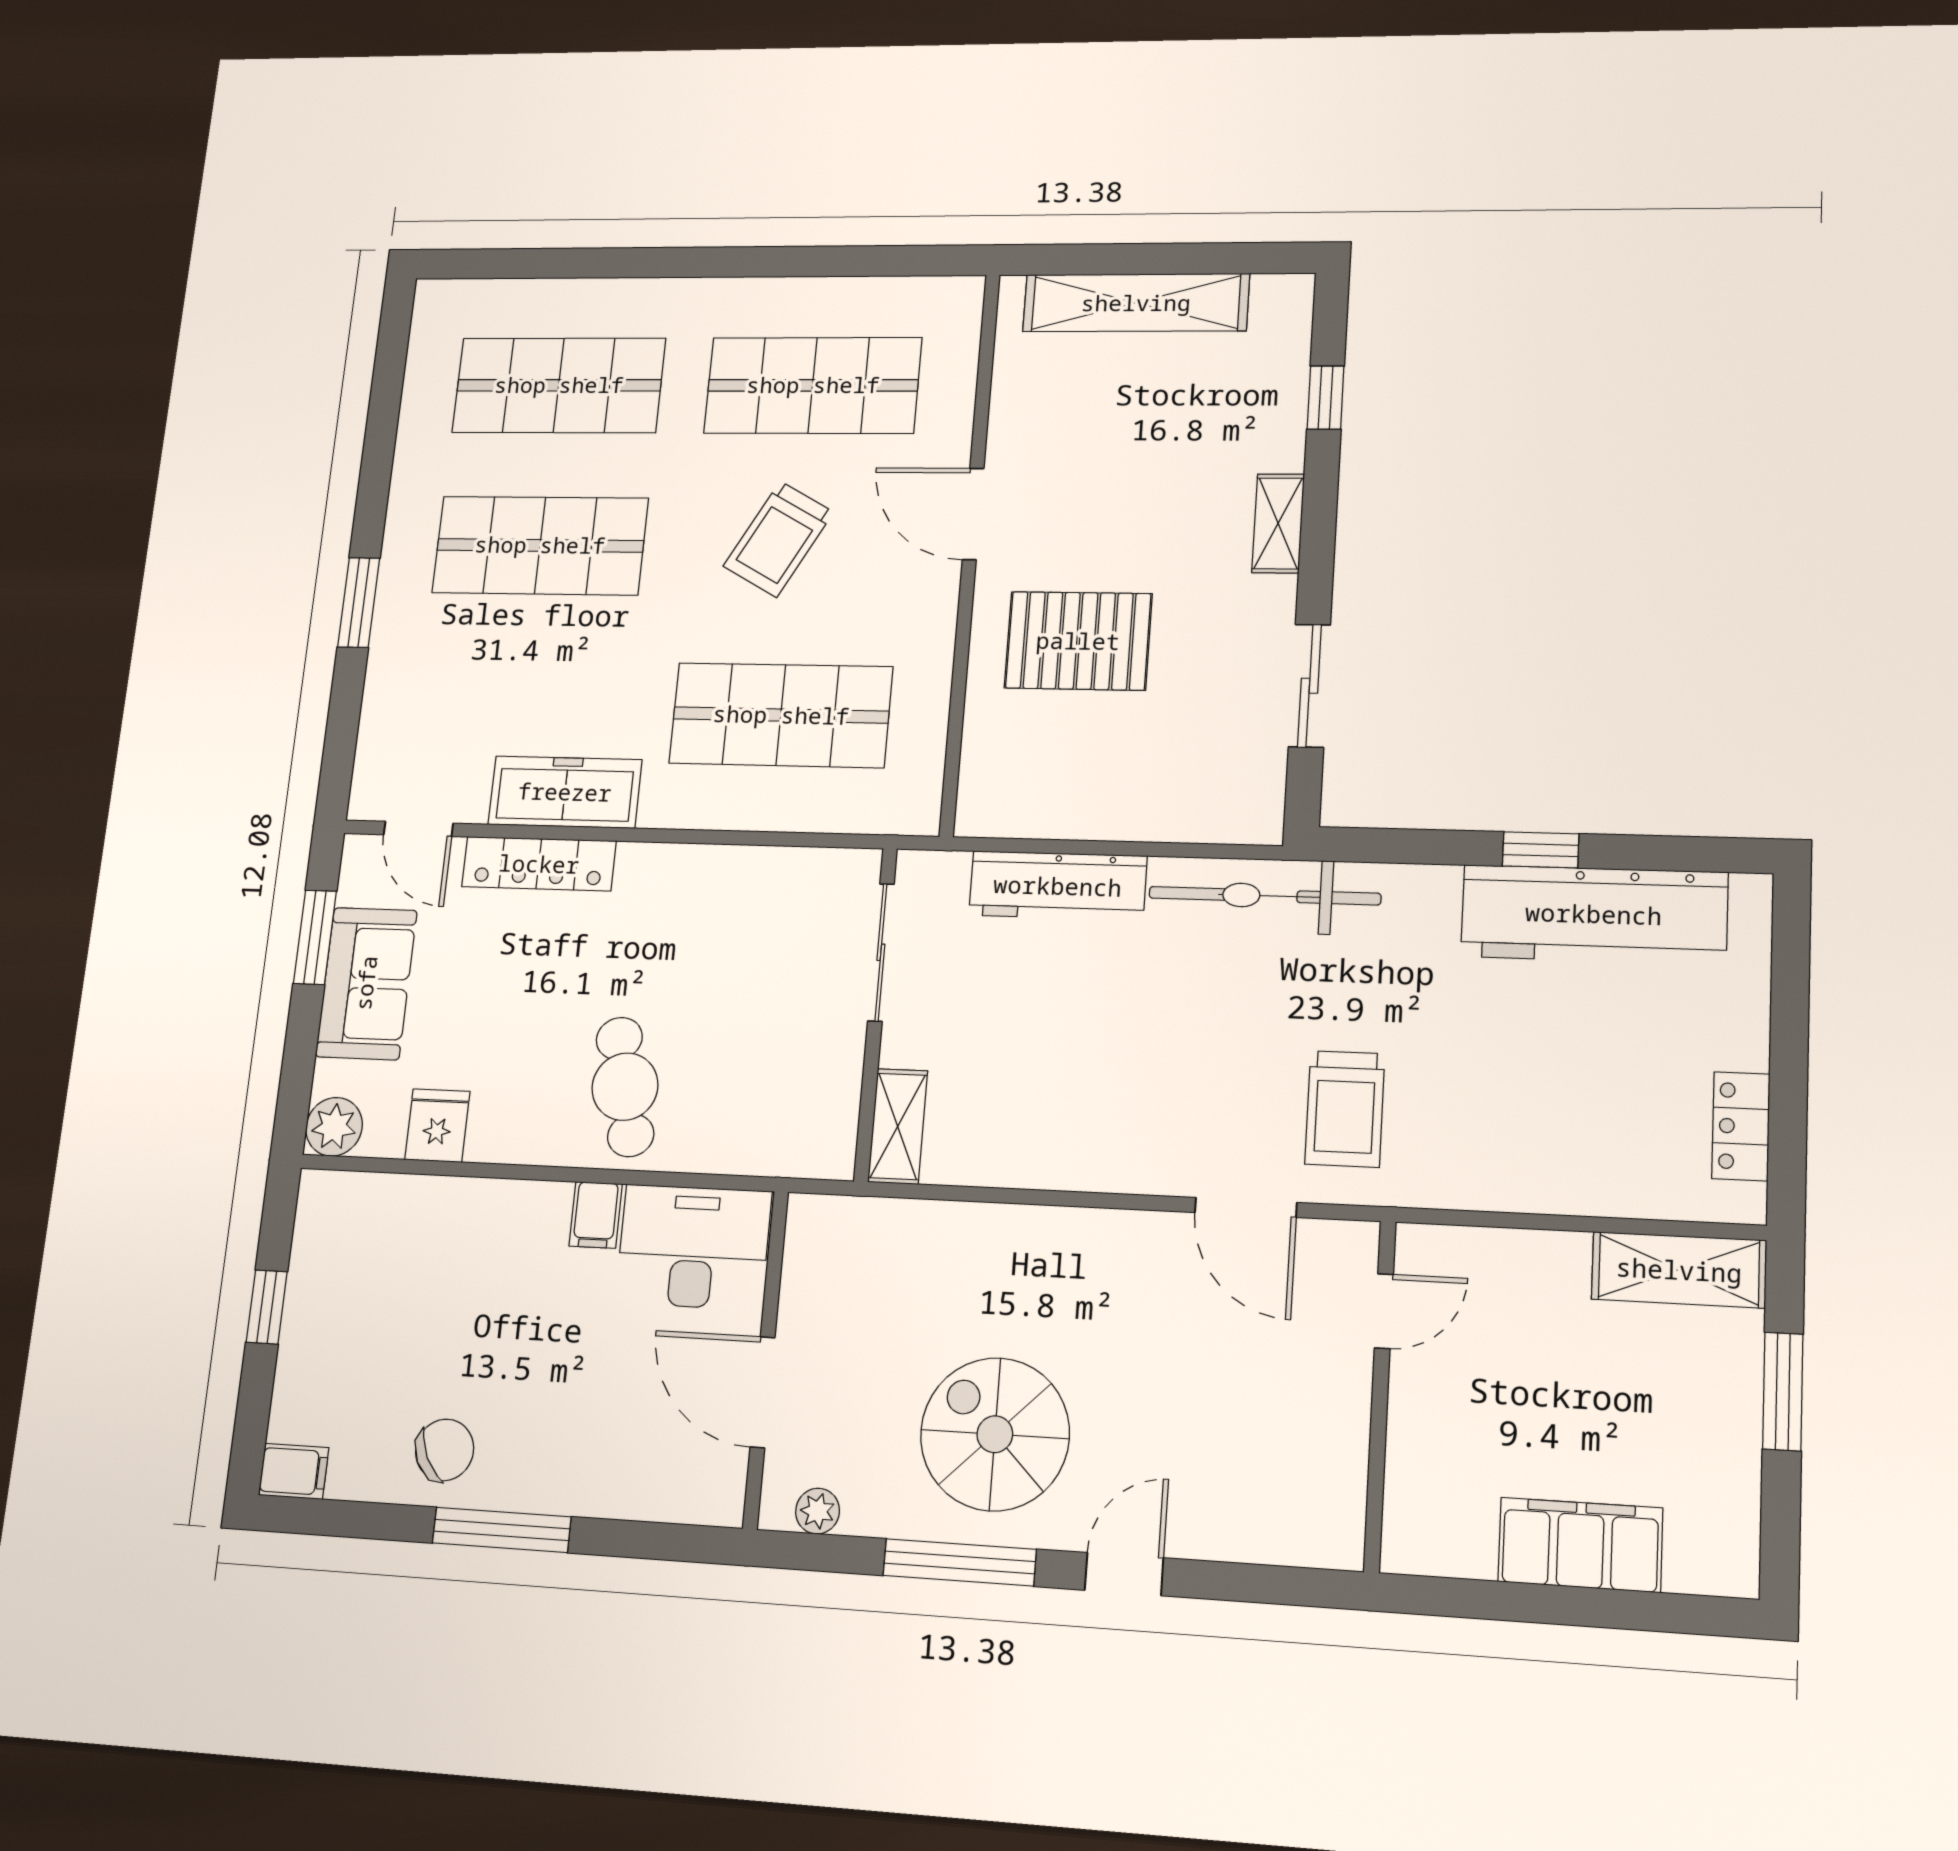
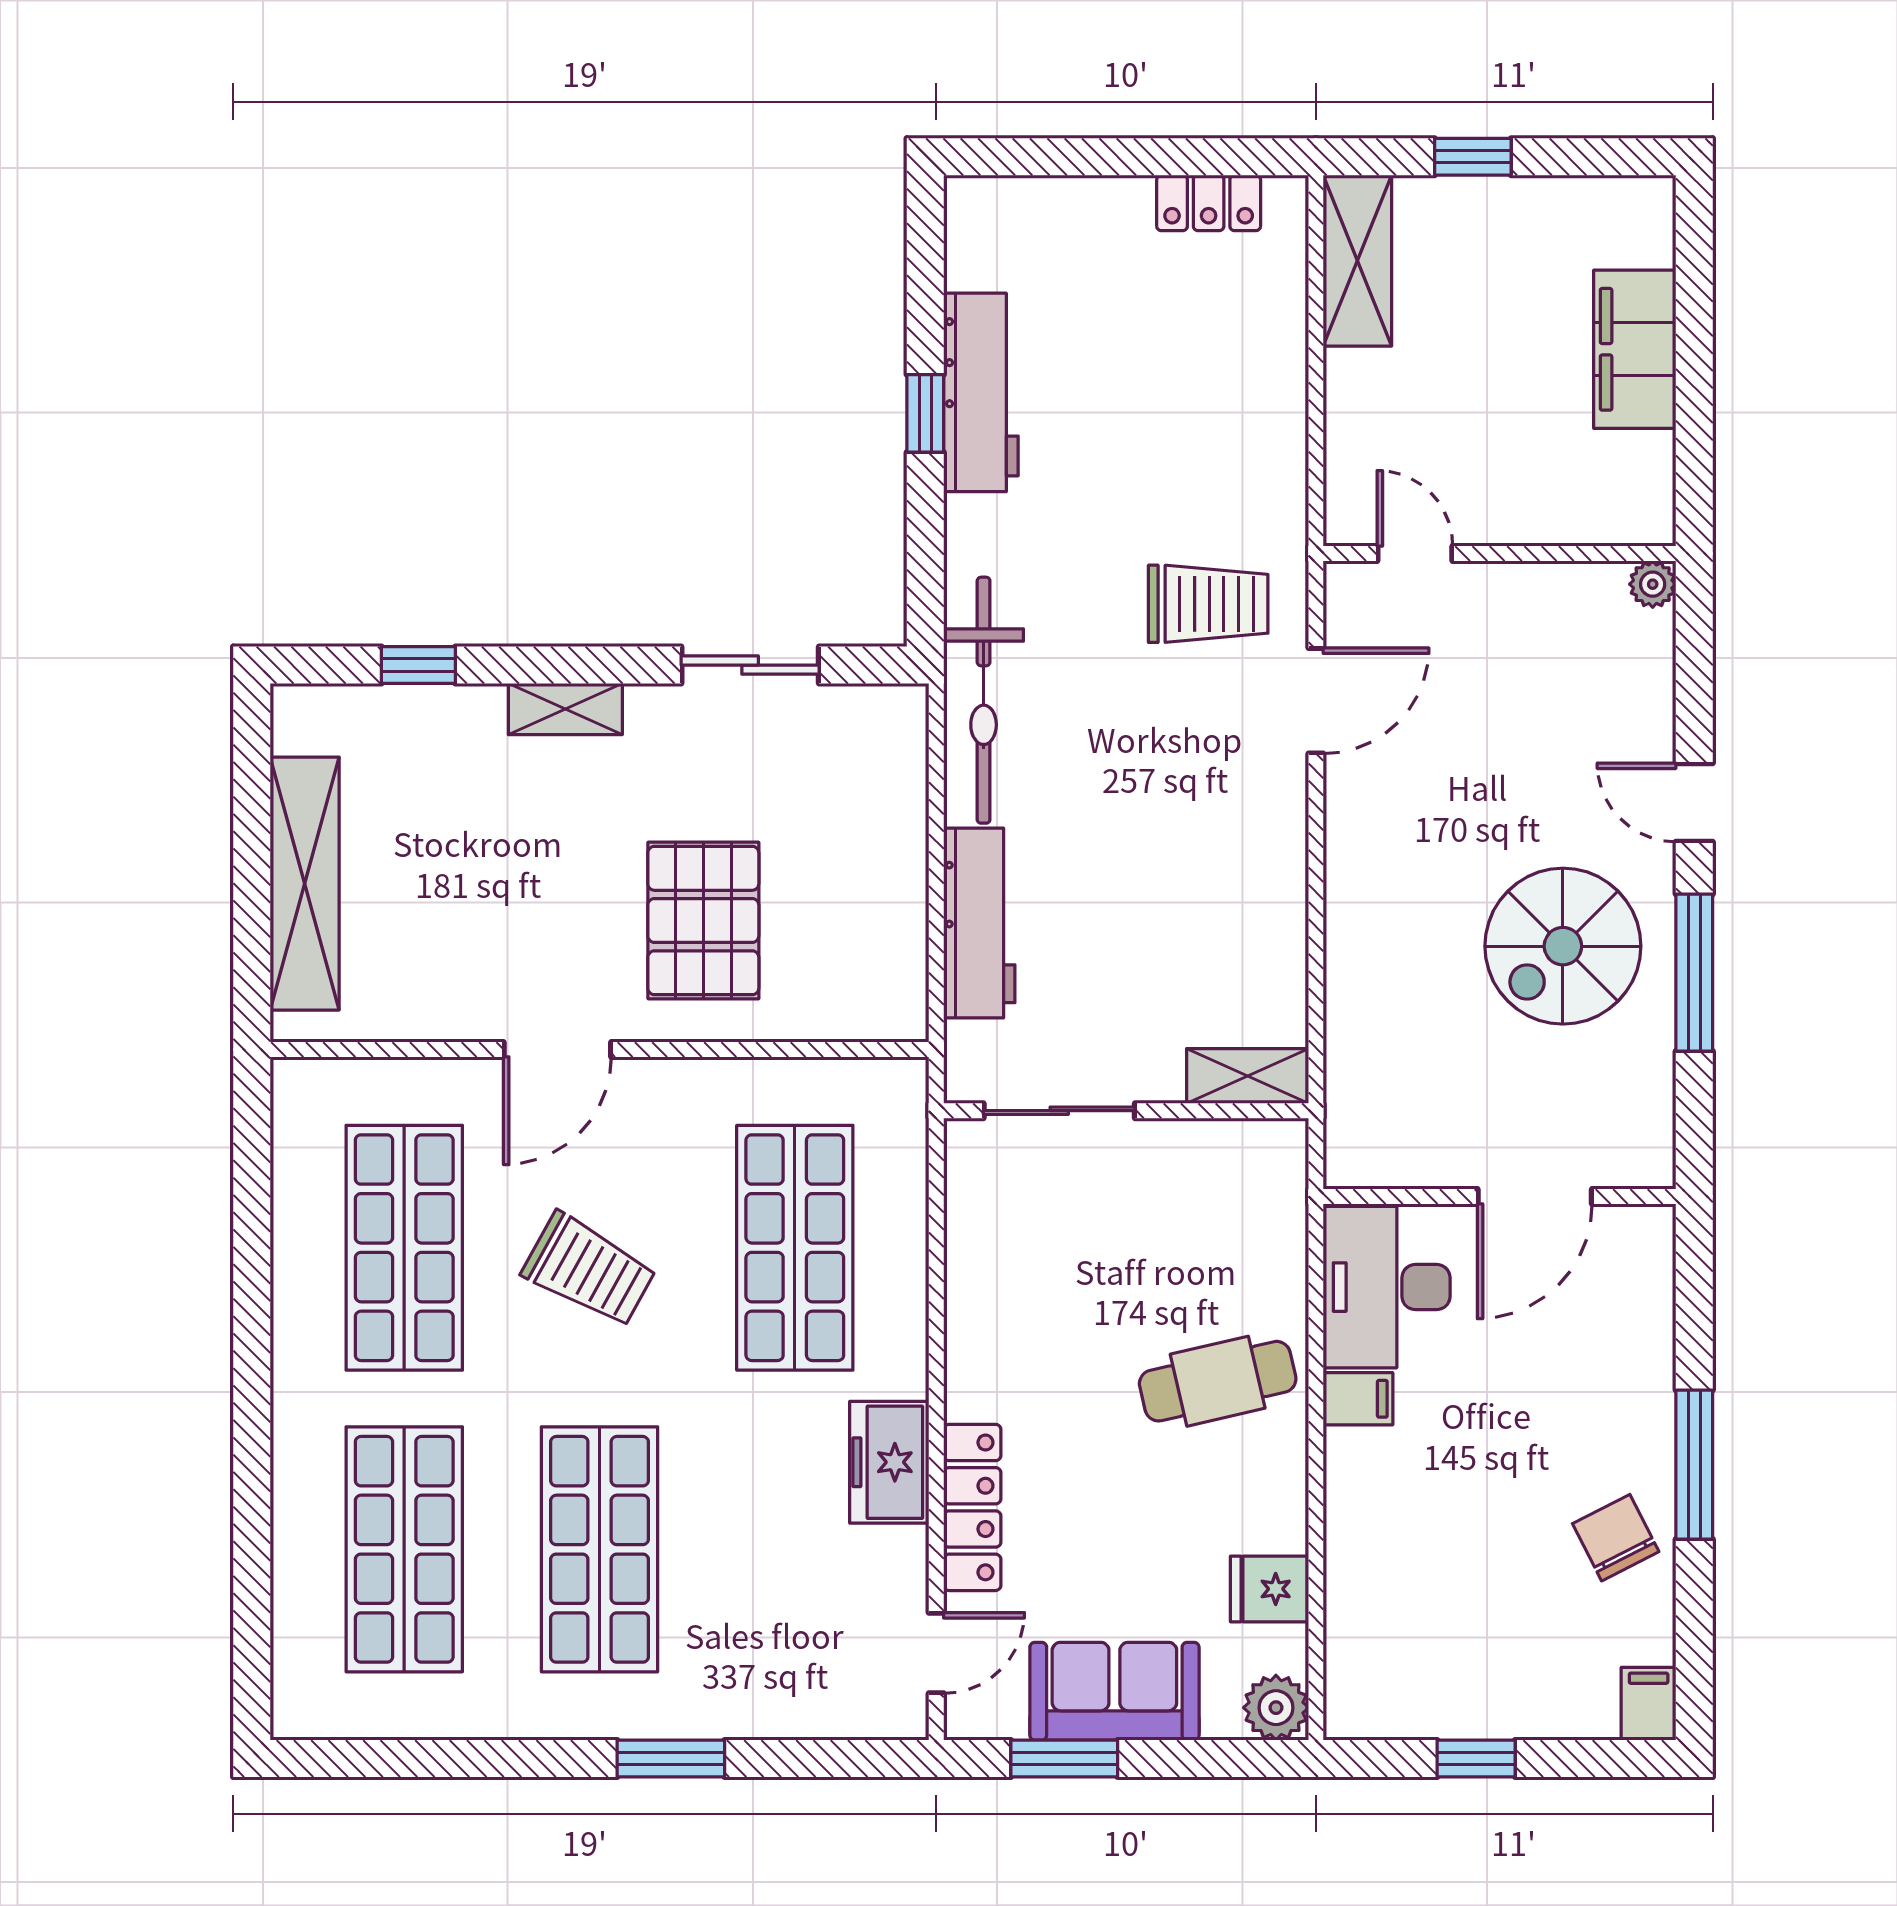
freezer: (565, 792) -> (889, 1462), width x0.71
workbench: (1594, 914) -> (981, 392), width x0.73, depth x0.76
window: (1783, 1392) -> (1473, 157), width x0.67
plant: (818, 1511) -> (1653, 584), moved

